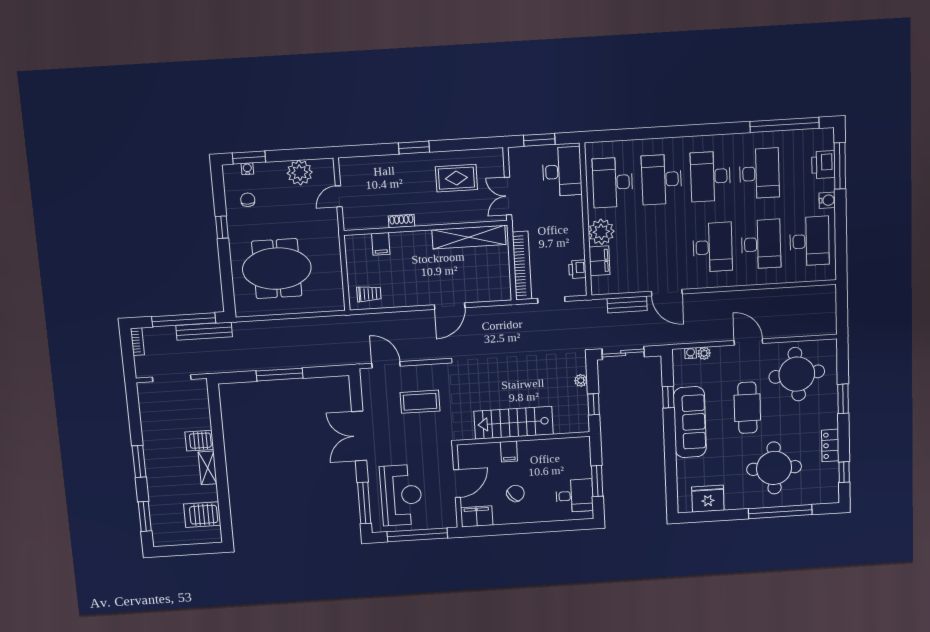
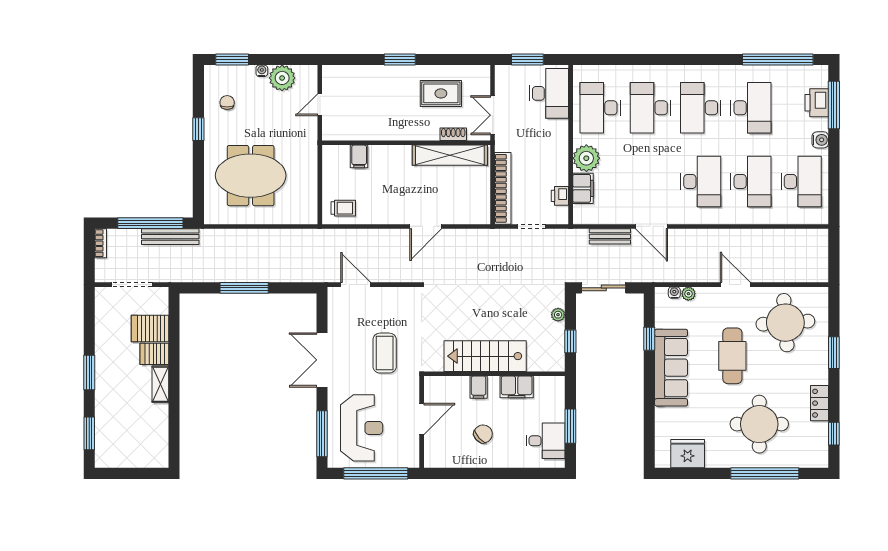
water cooler: (247, 169) -> (262, 71), moved
shoe rack: (401, 221) -> (453, 134), moved
coffee table: (420, 402) -> (385, 353), moved, turned 90
server rack: (202, 515) -> (150, 328), moved
filing cabinet: (477, 516) -> (517, 387), moved, turned 180

